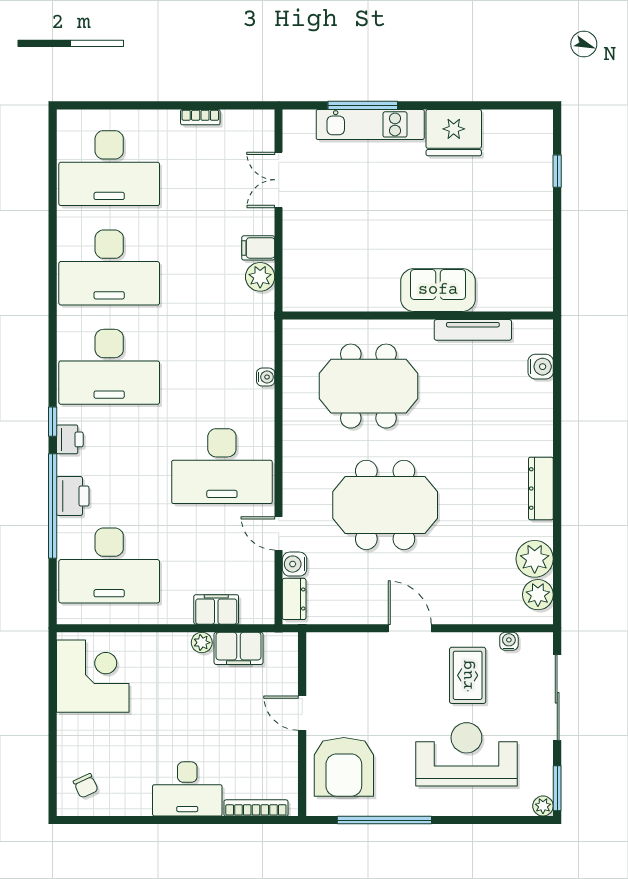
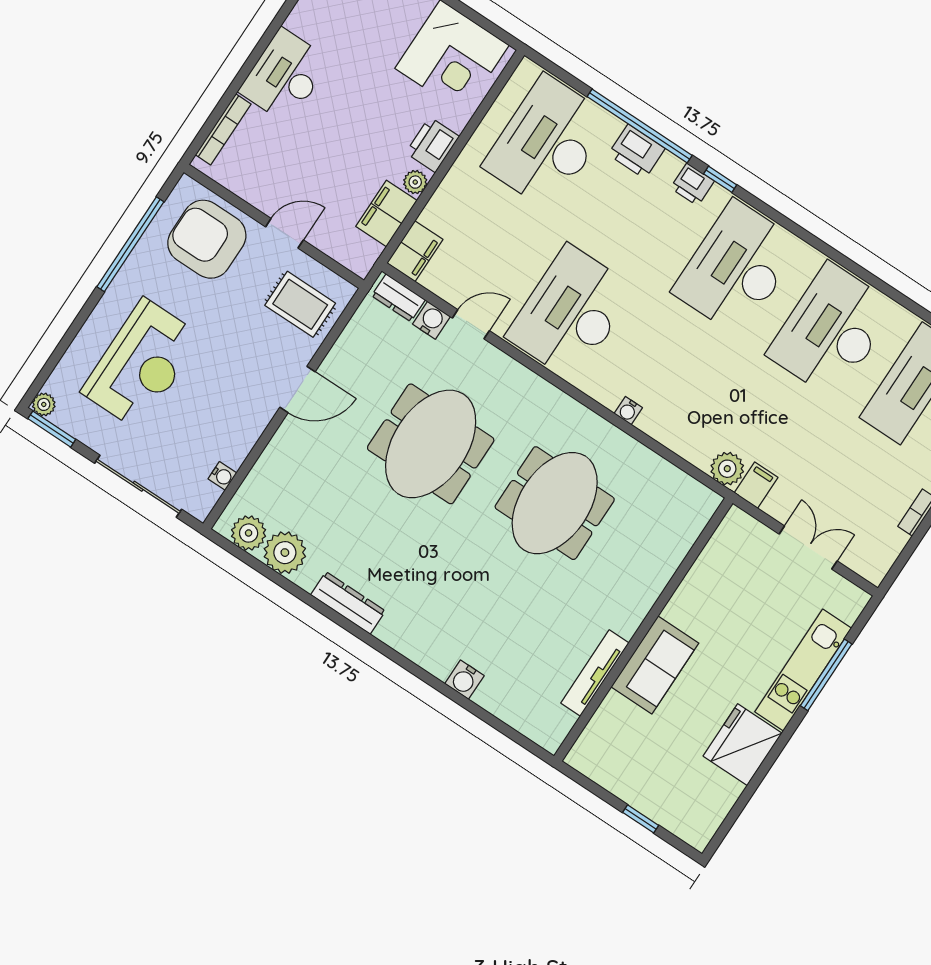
sofa: (438, 290) -> (655, 665), moved
wall: (418, 316) -> (643, 630), moved
tv unit: (473, 330) -> (595, 673), moved
filing cabinet: (216, 609) -> (415, 251), moved
printer: (166, 648) -> (432, 145), added
rug: (468, 675) -> (300, 304), moved

